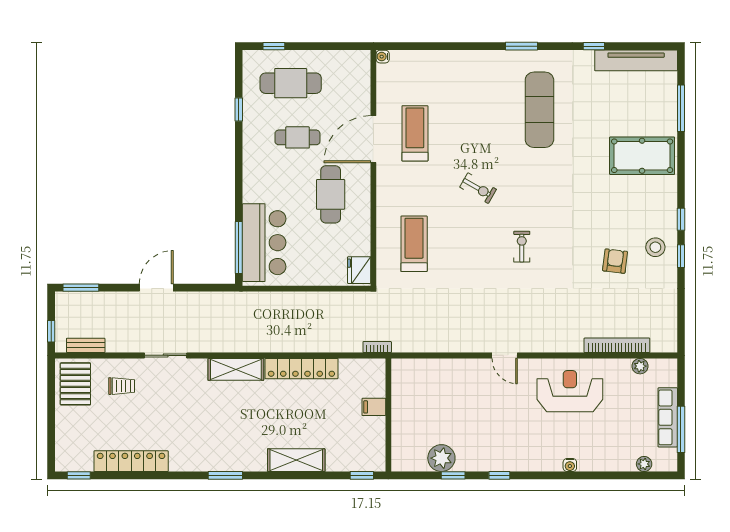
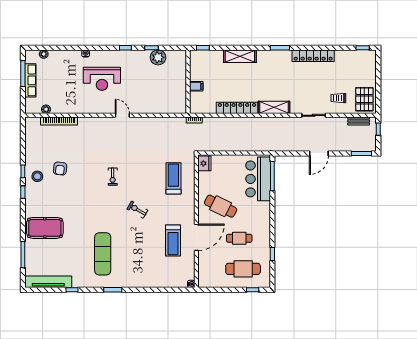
cafe table: (331, 194) -> (221, 206), turned -64
treadmill: (414, 244) -> (173, 178), turned 180
reception desk: (570, 391) -> (102, 79), moved
locker: (131, 461) -> (313, 56), moved

